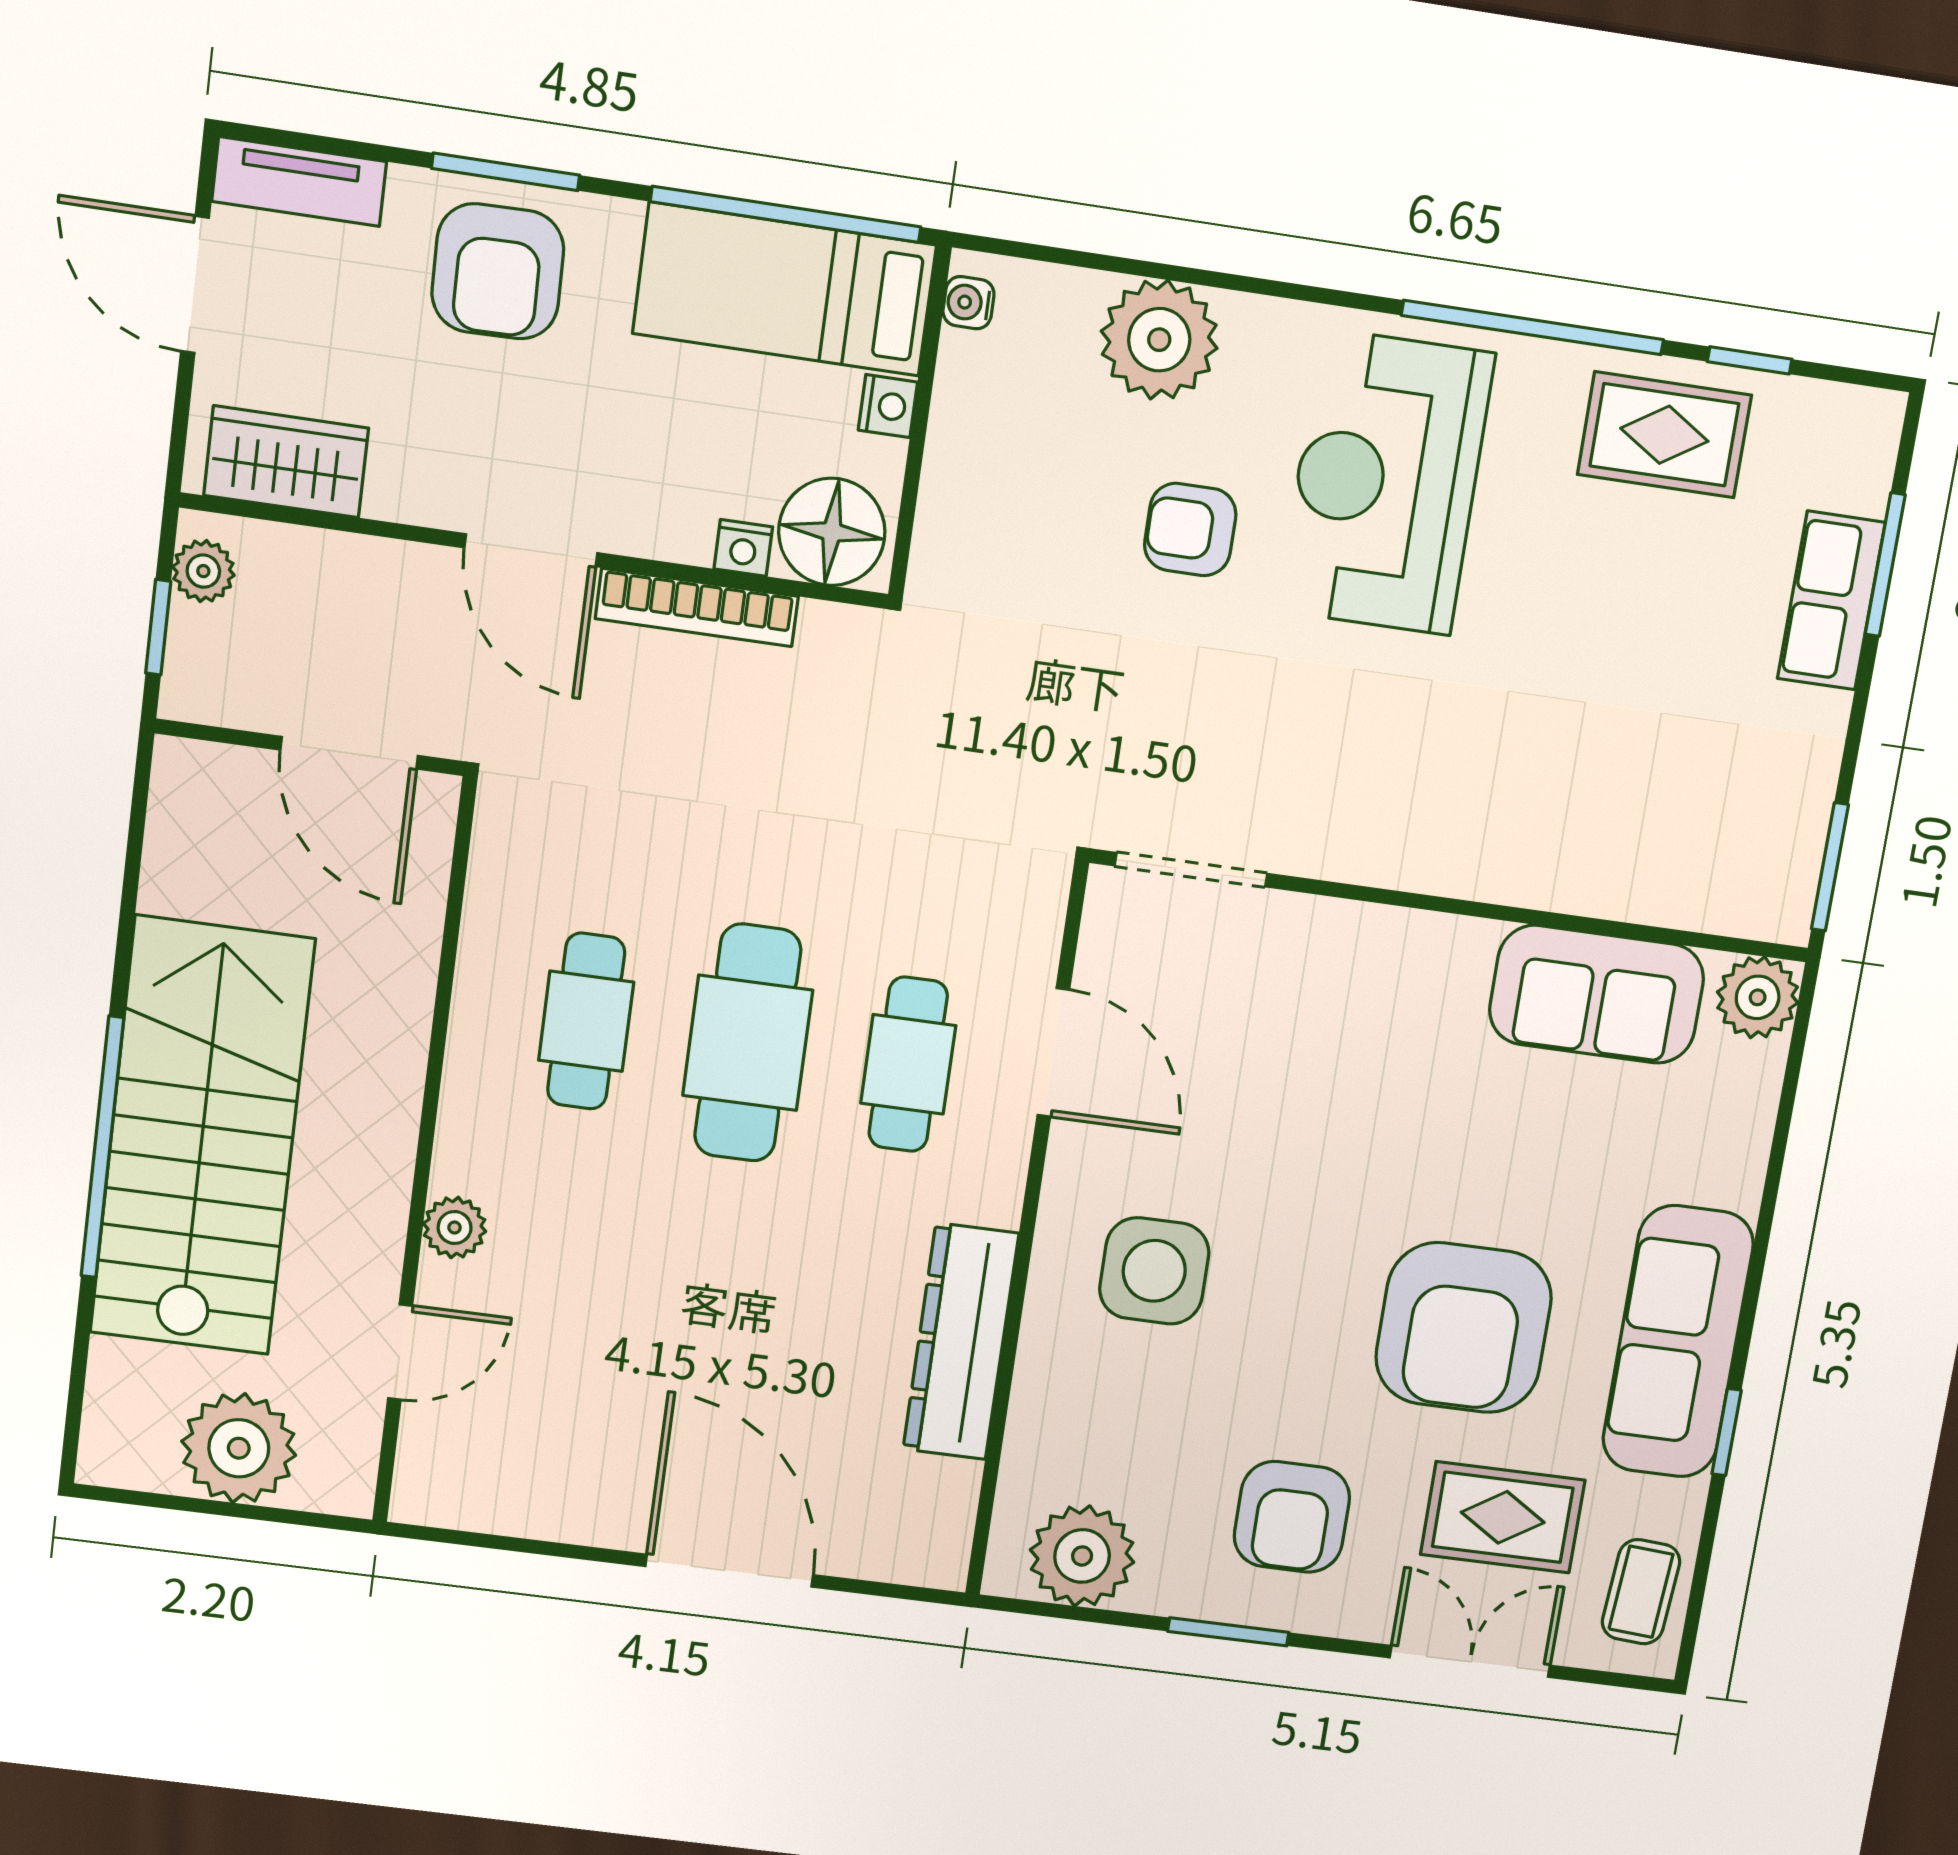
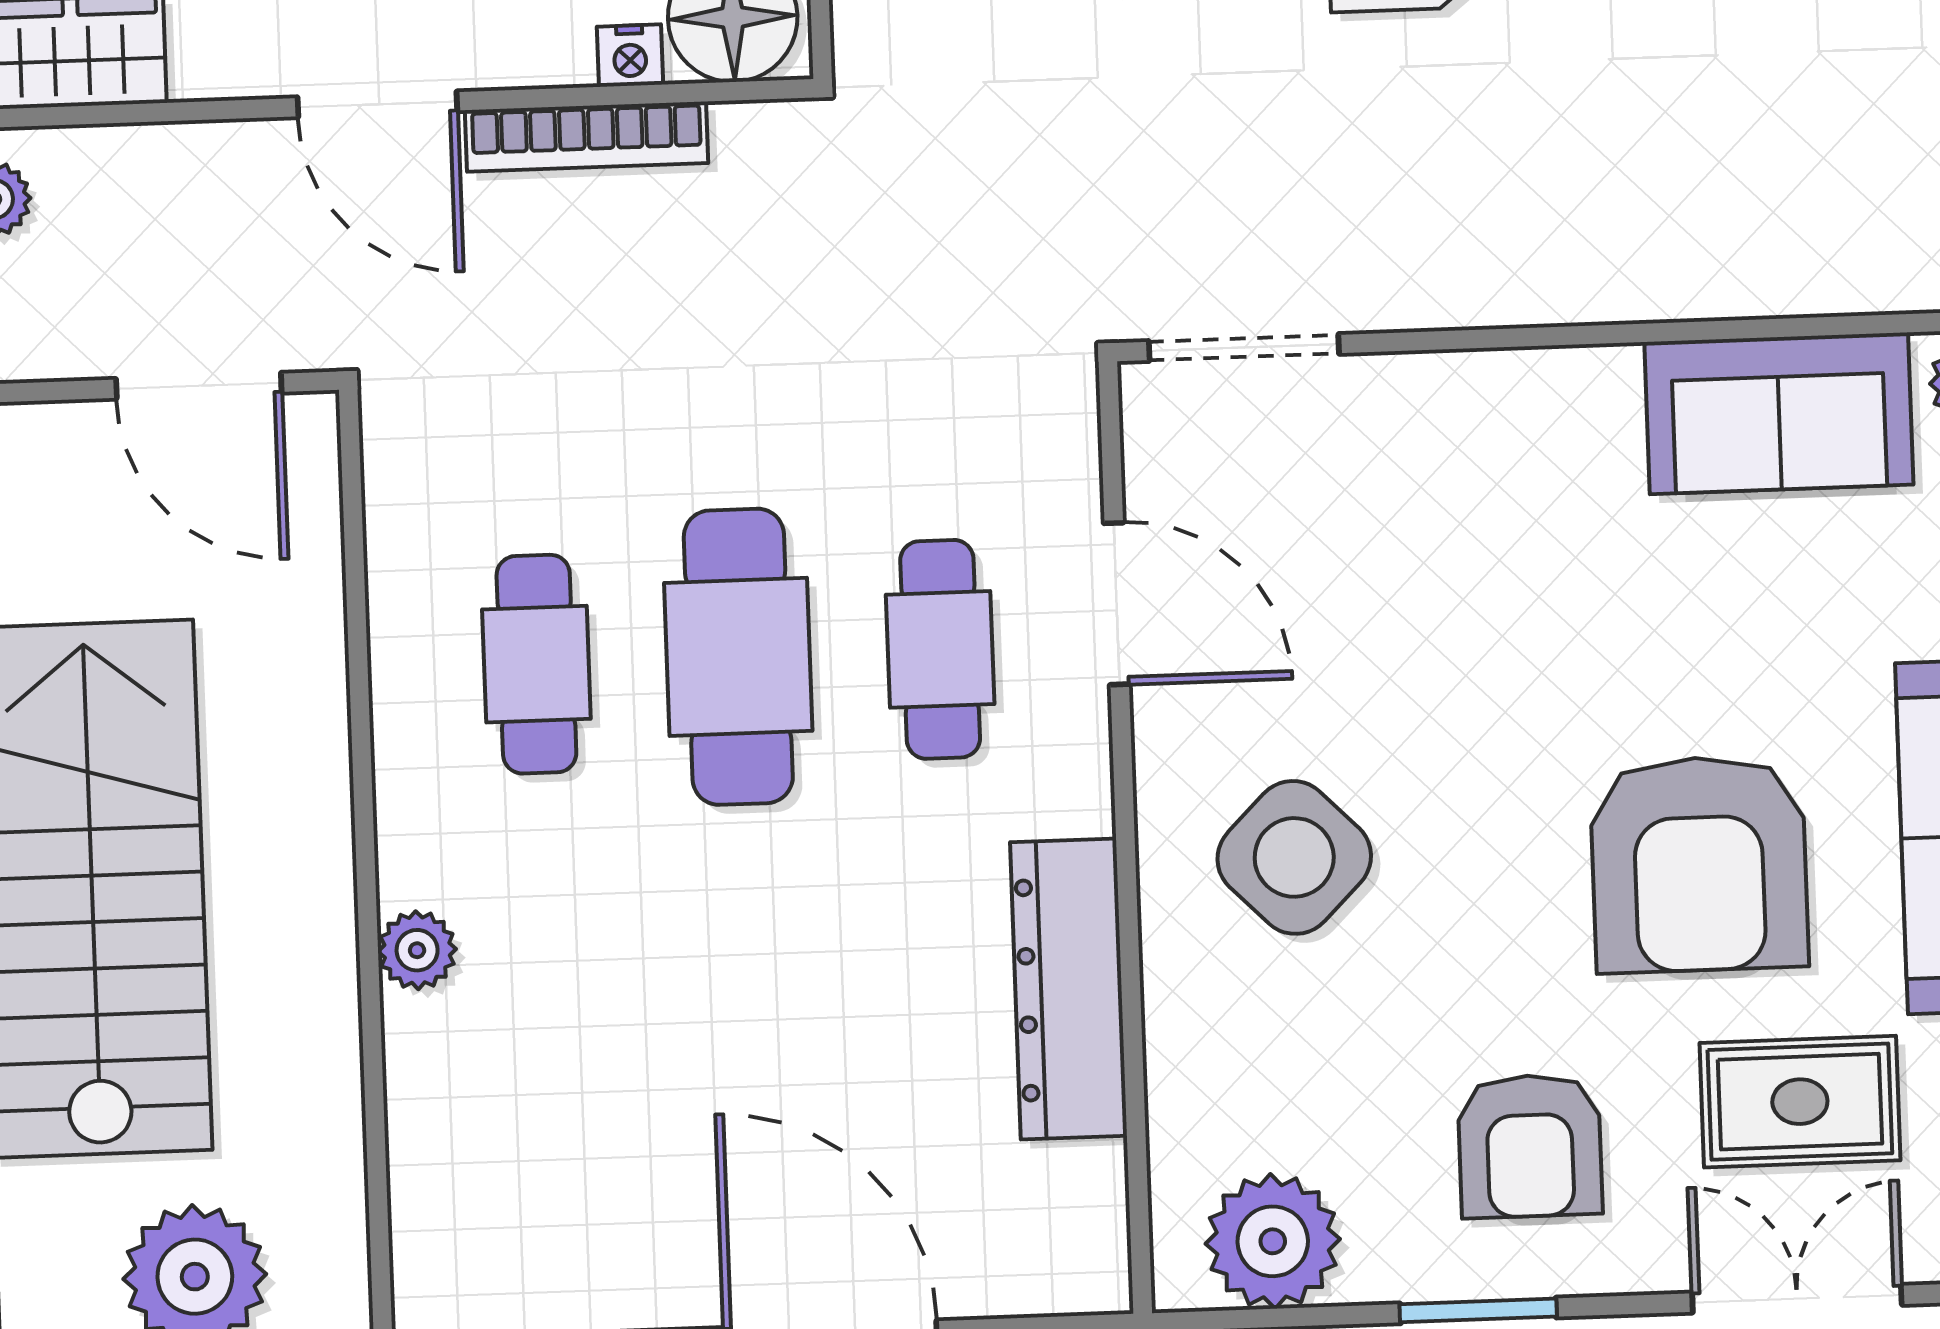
side table: (1154, 1271) -> (1294, 857), turned 45
door: (400, 1352) -> (375, 1120), removed

